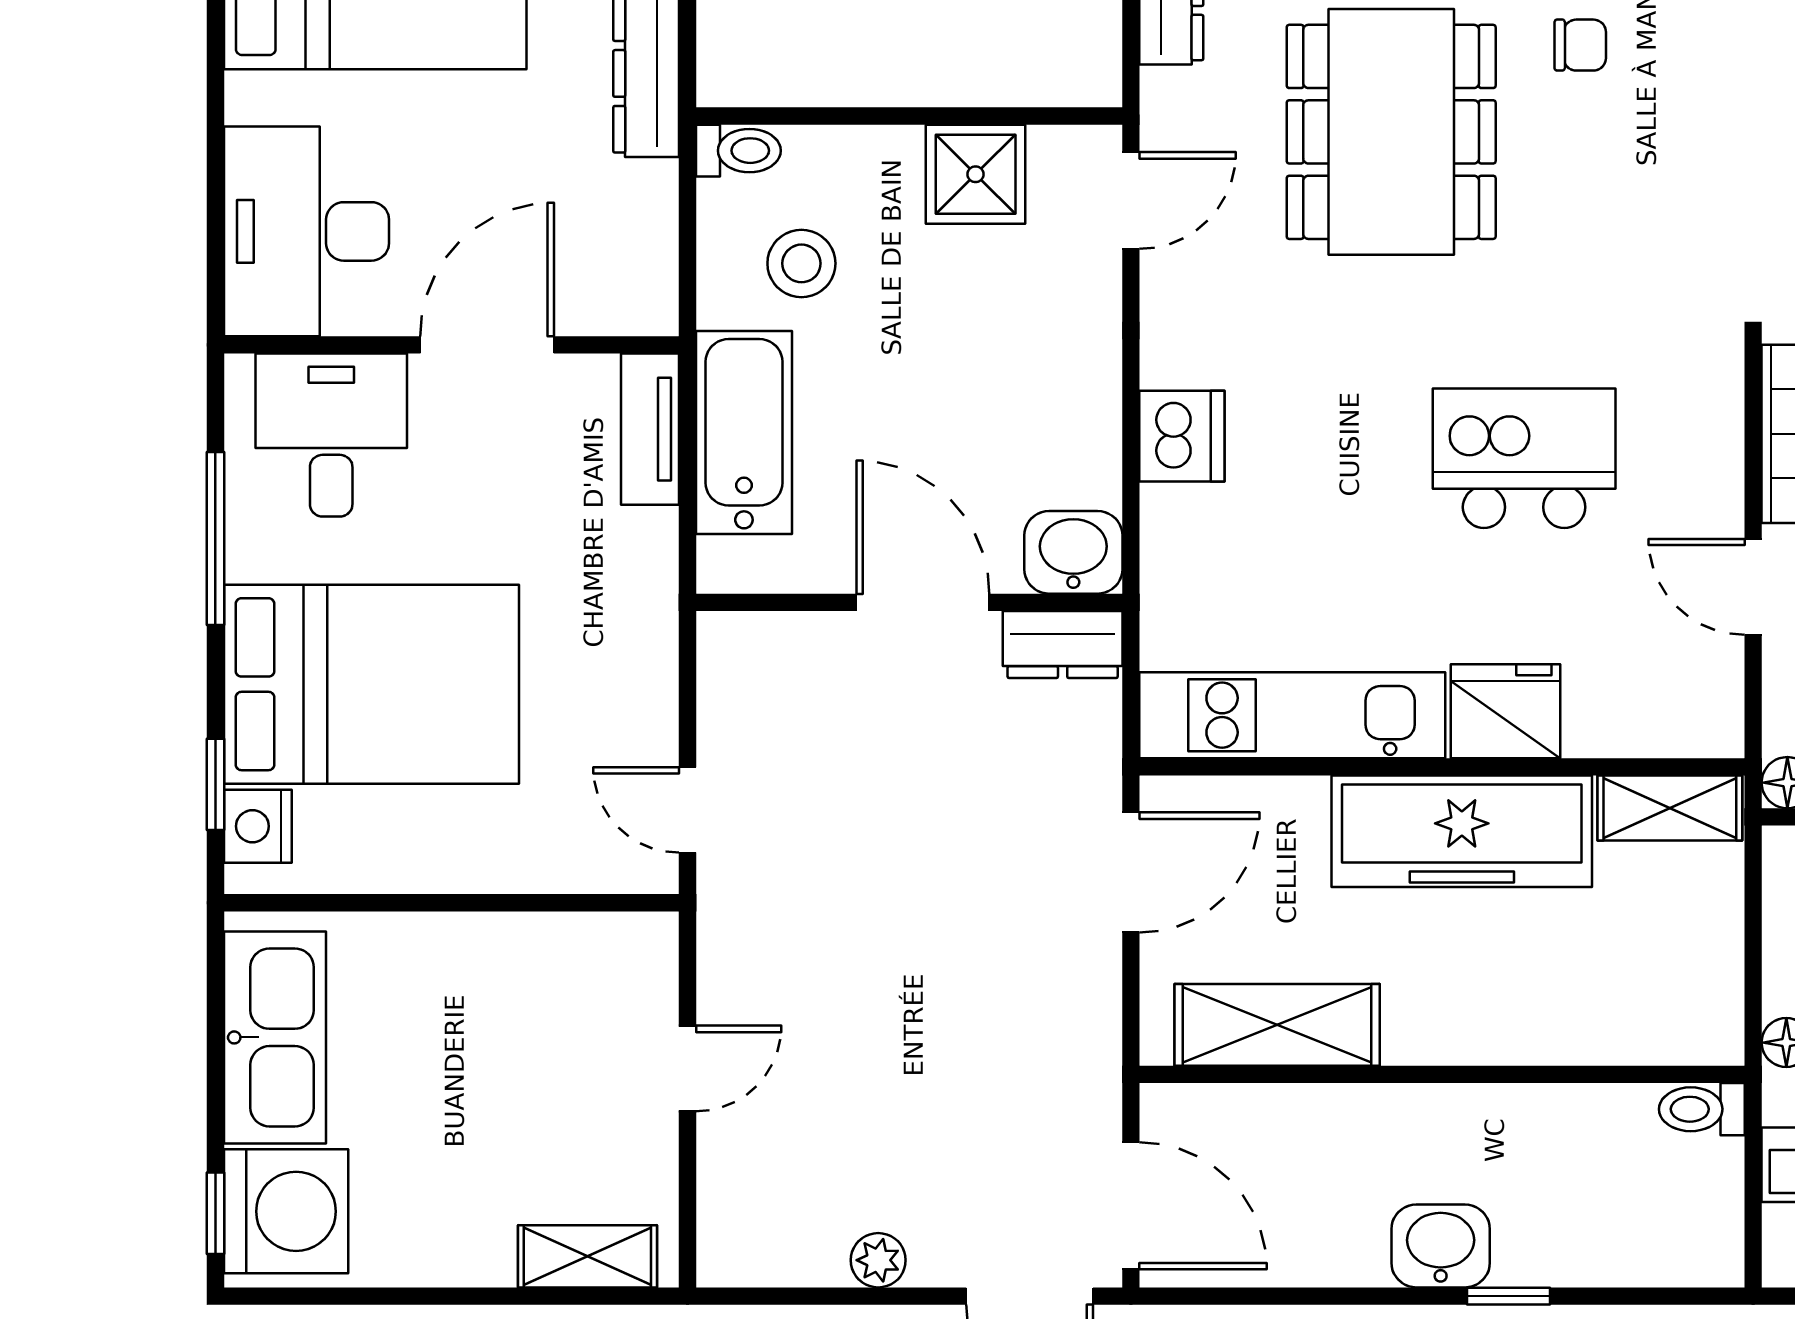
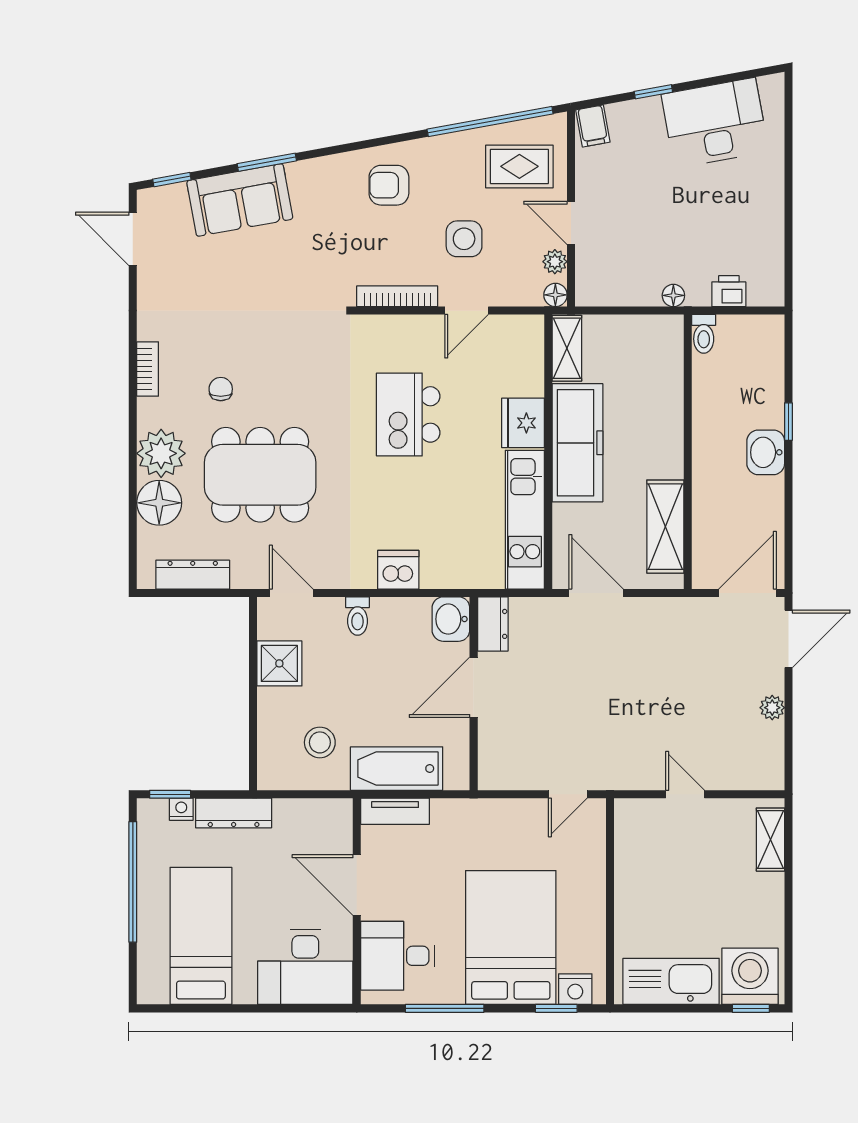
toilet: (738, 151) -> (358, 616), moved, turned 180

